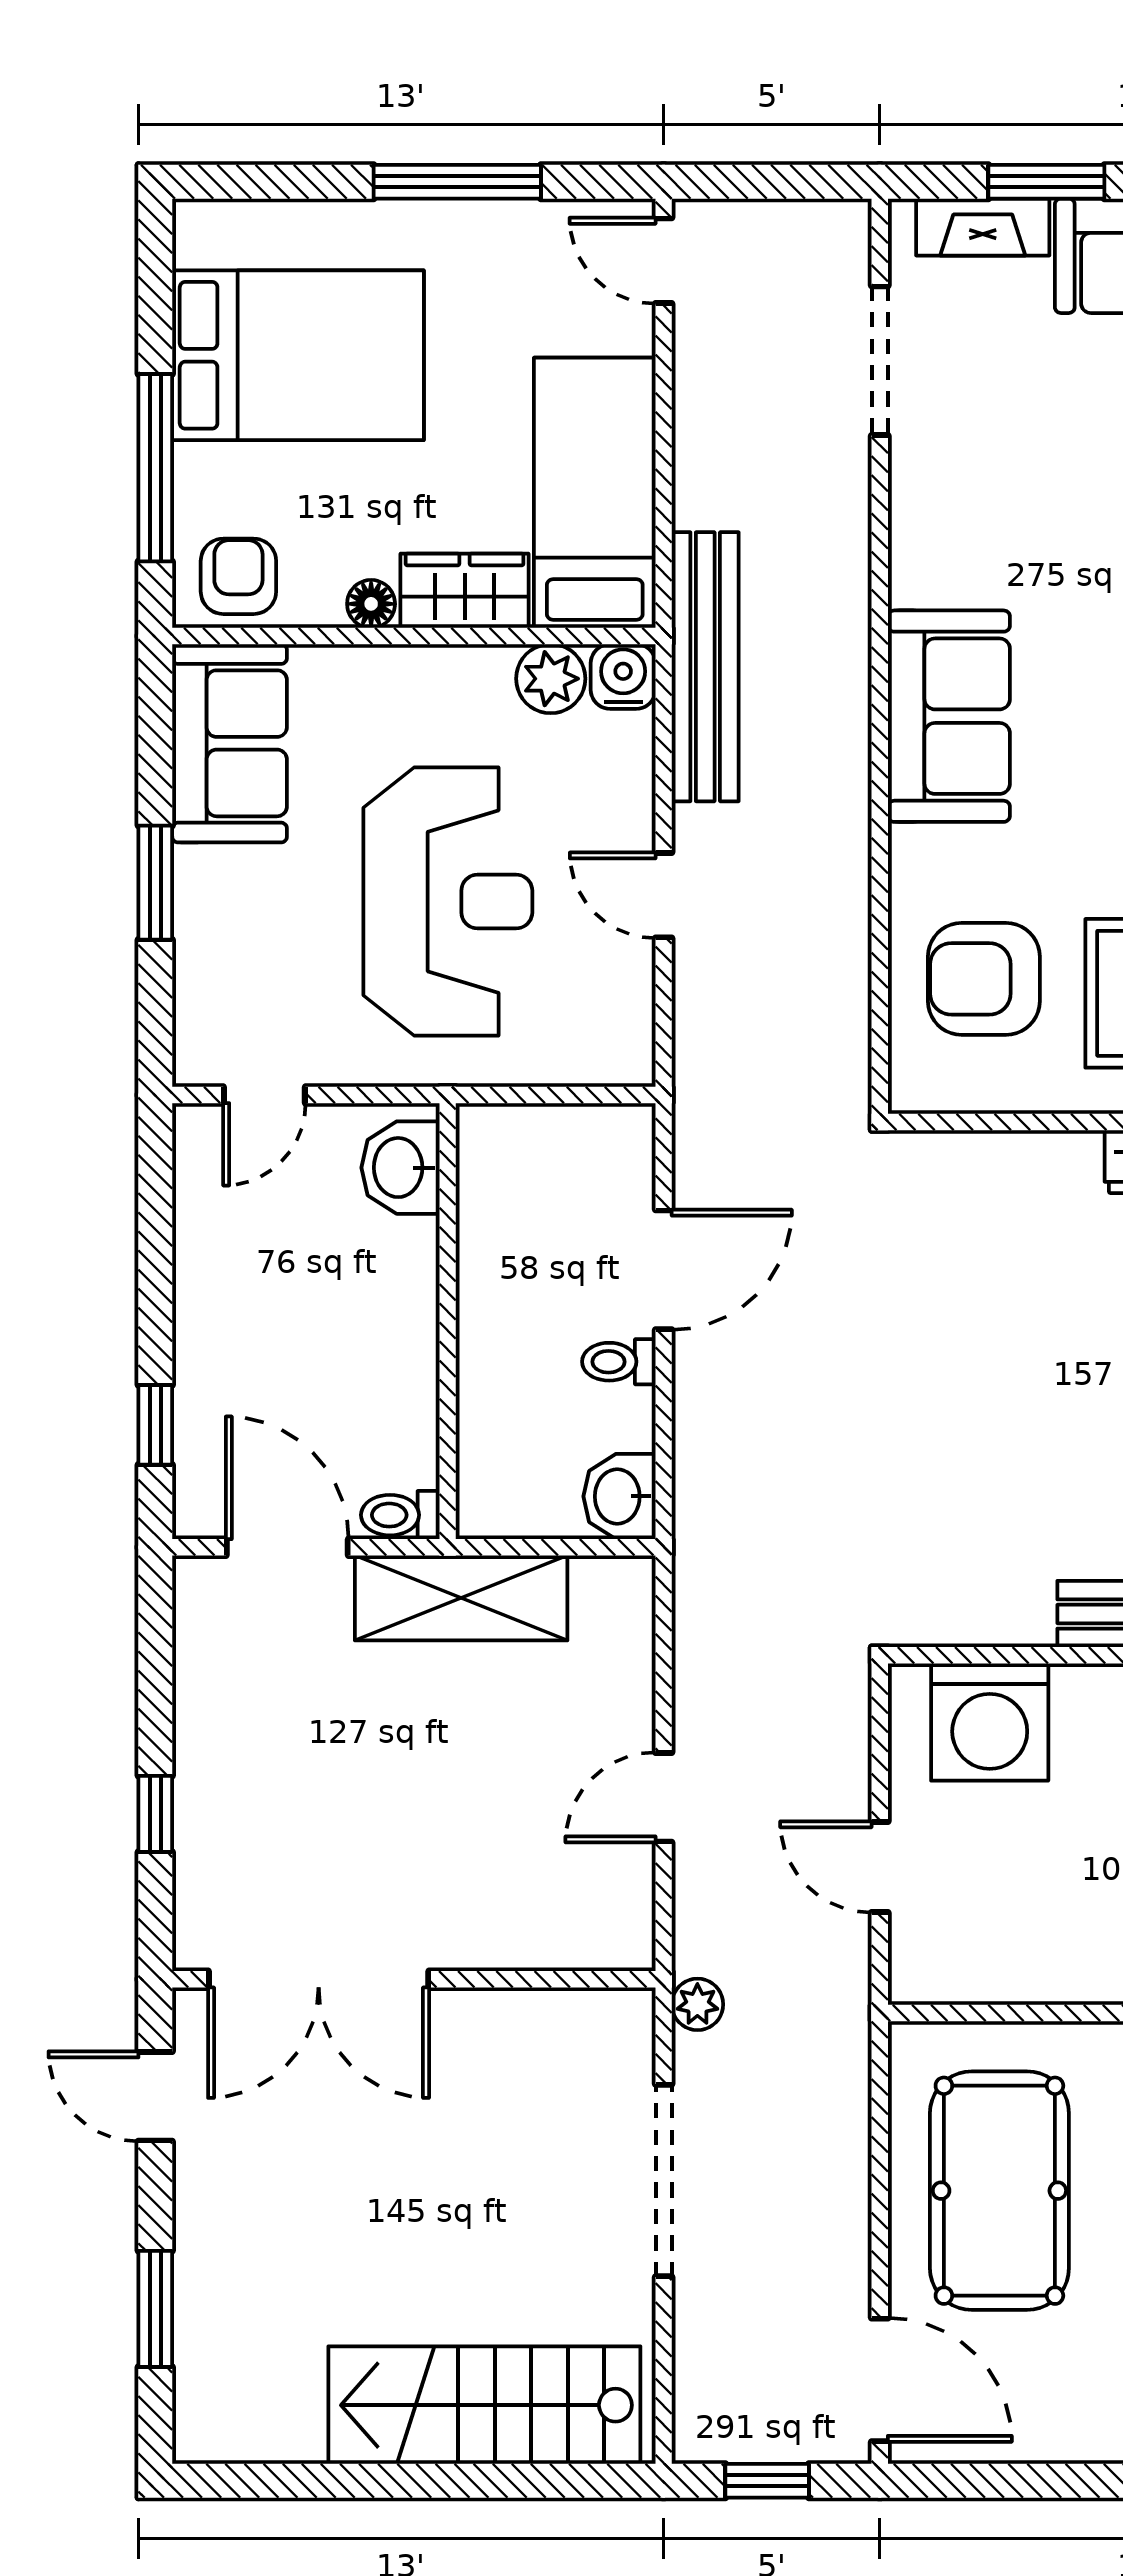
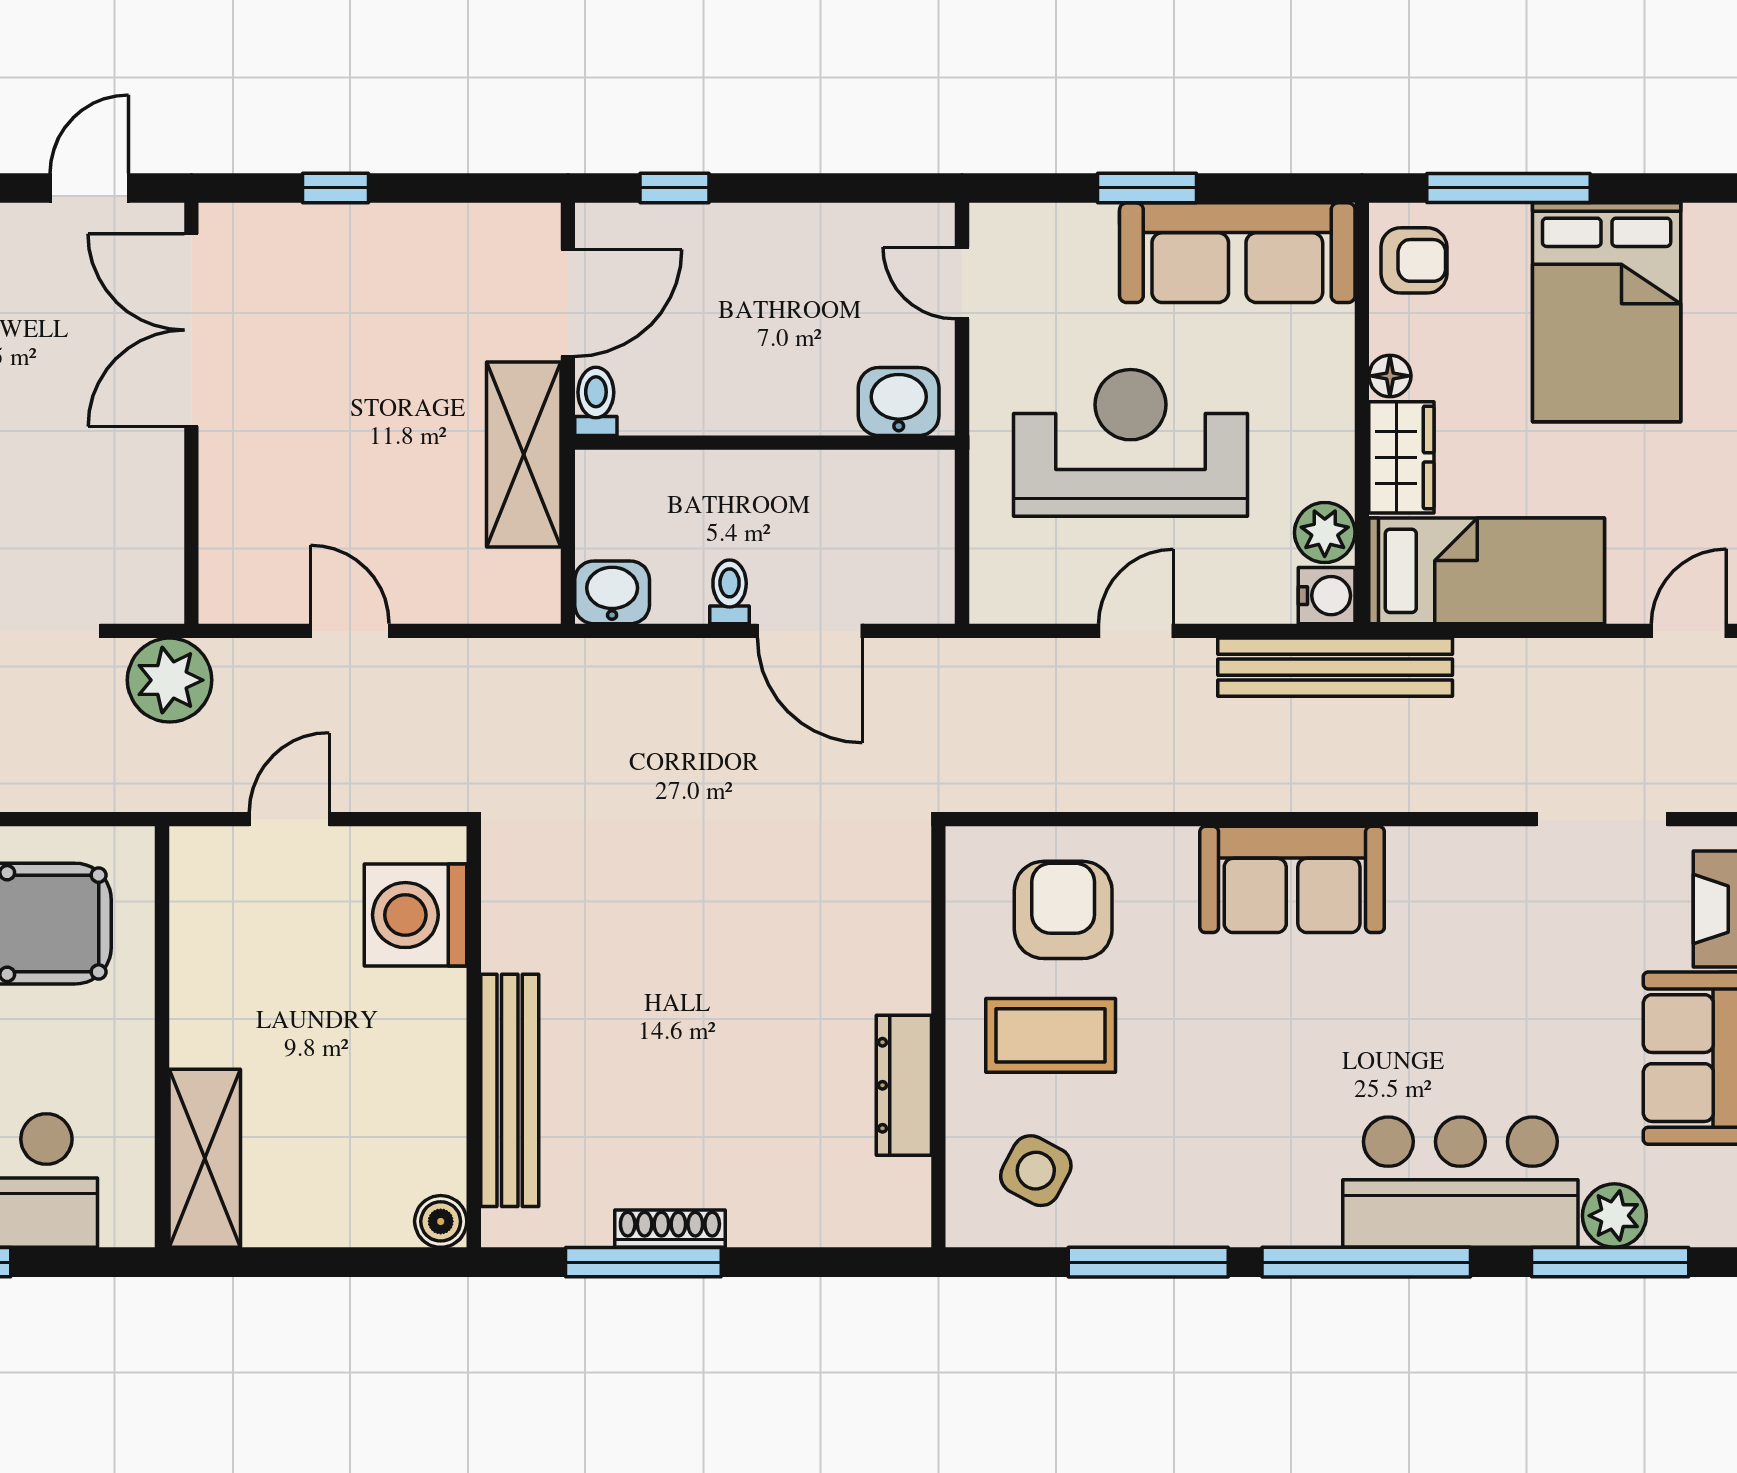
sofa: (230, 743) -> (1237, 253), width x1.36
reception desk: (448, 902) -> (1131, 443), turned 180
plant: (697, 2004) -> (170, 680), width x1.88, depth x1.88

